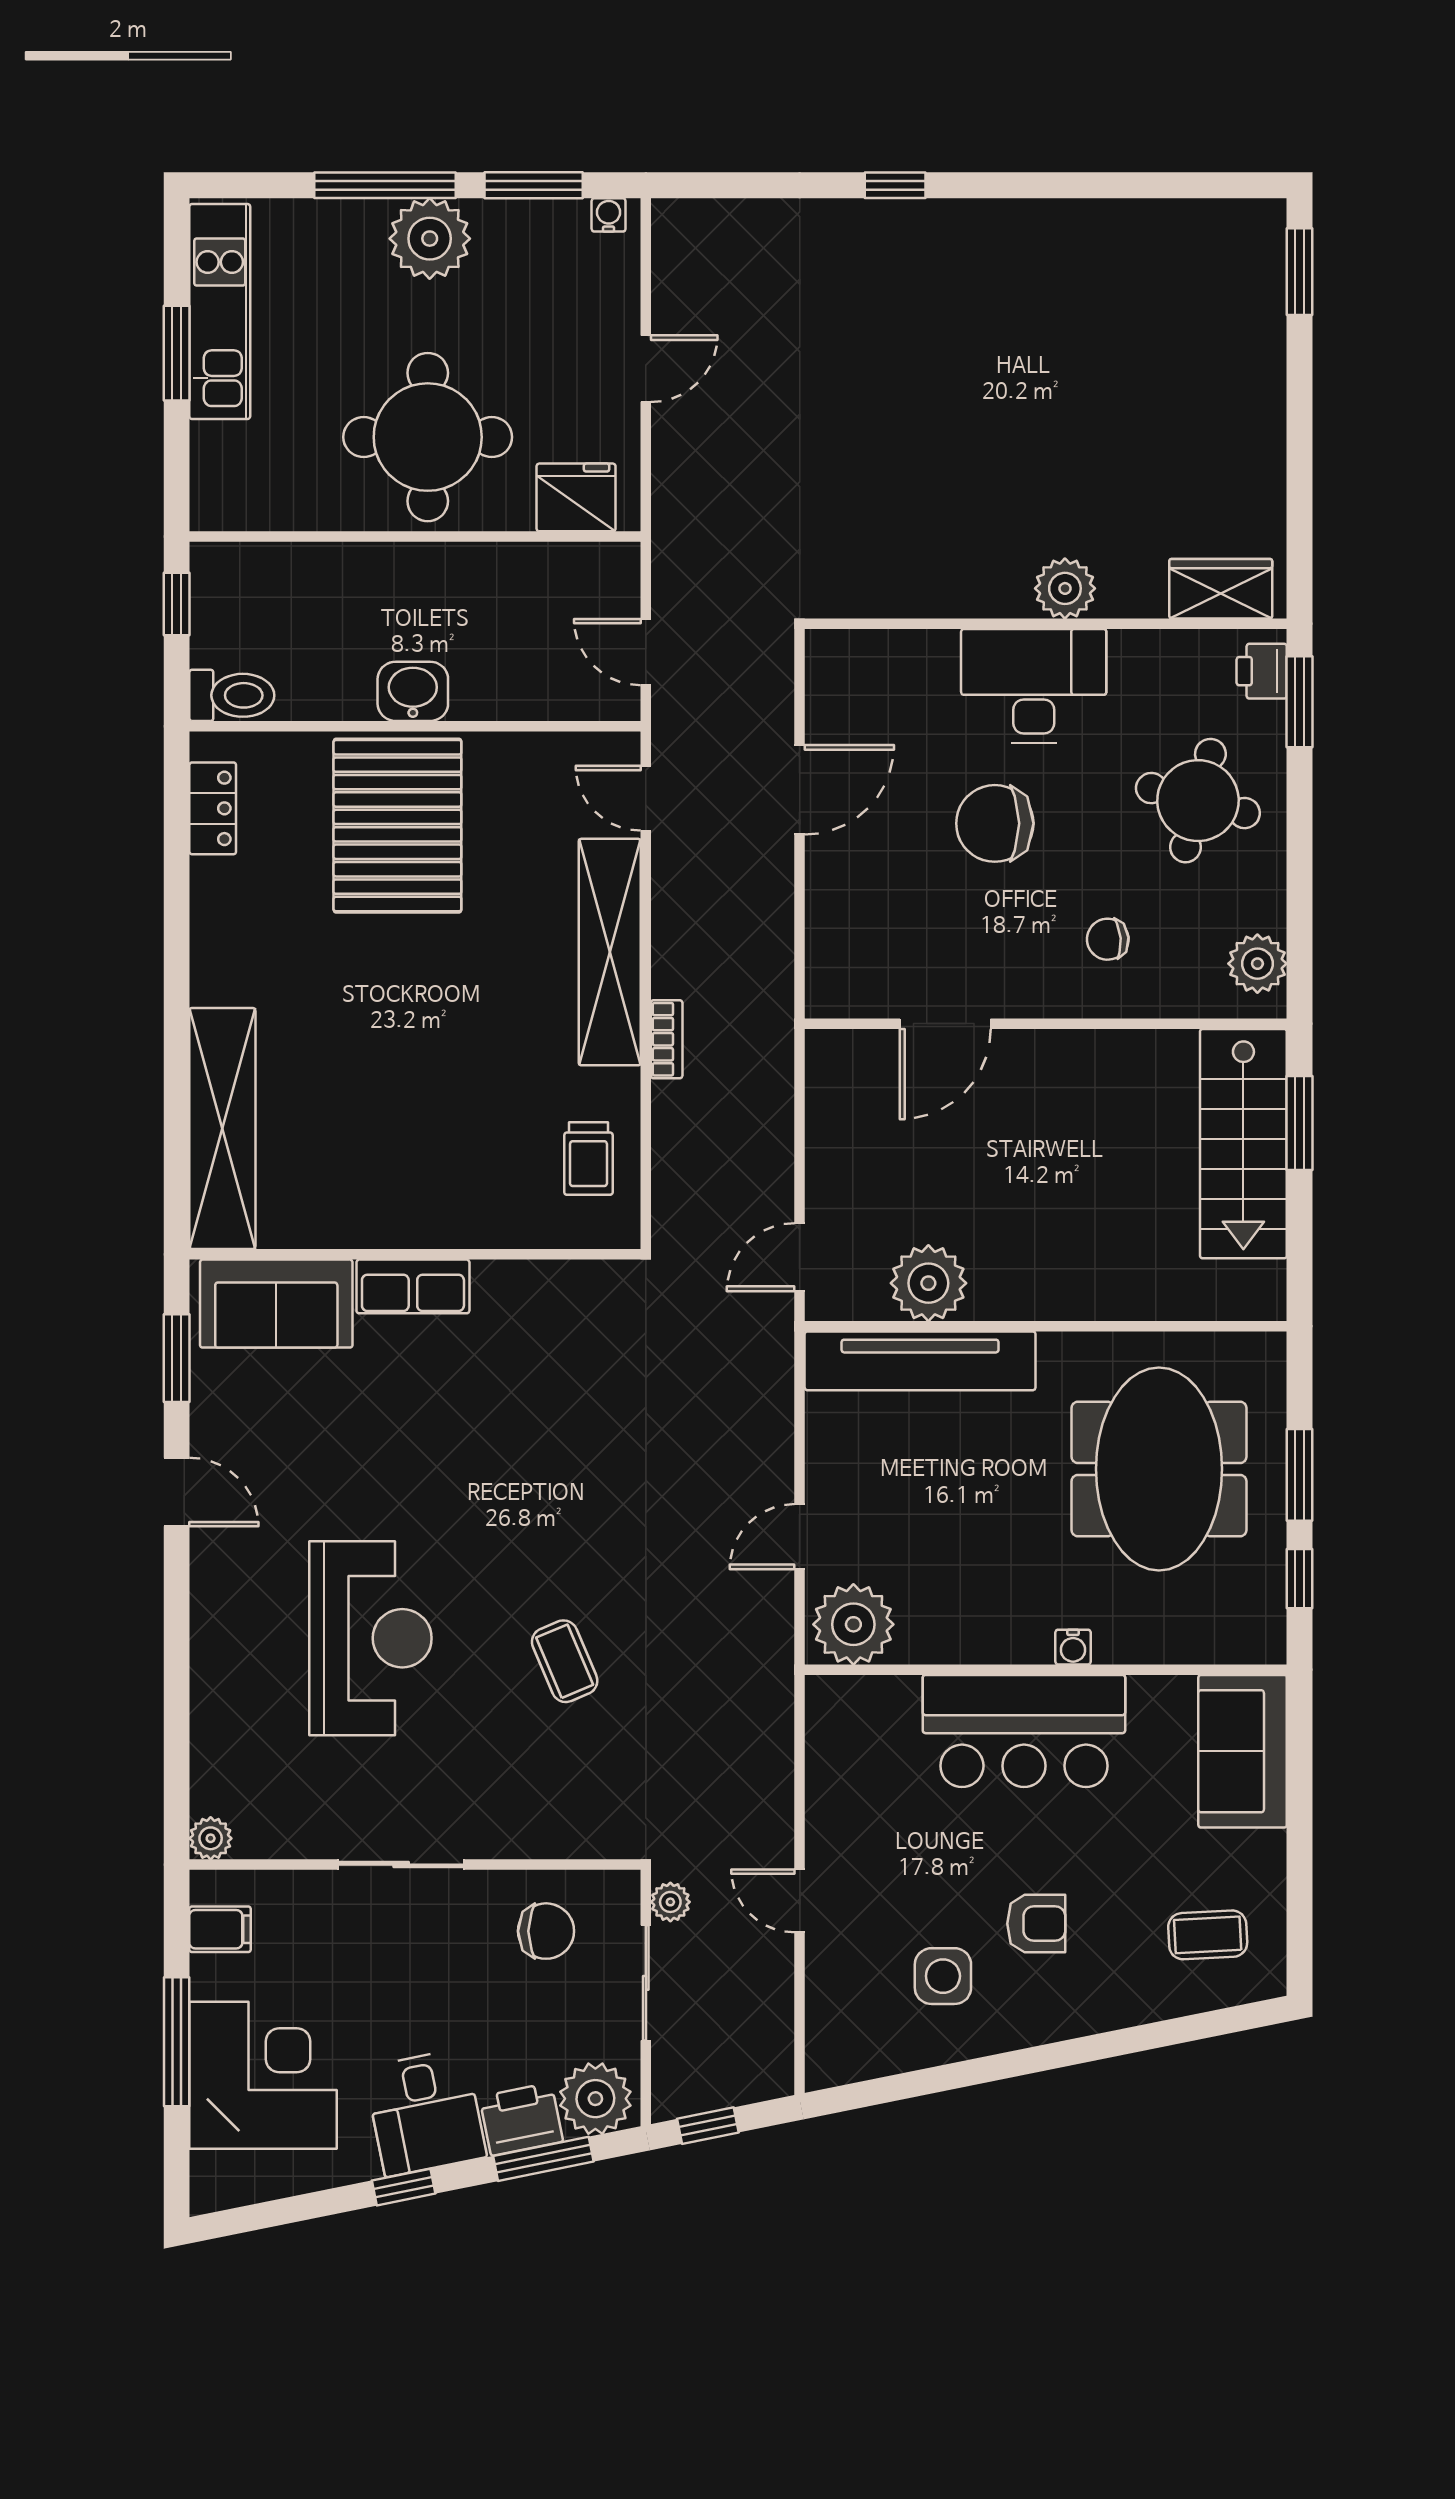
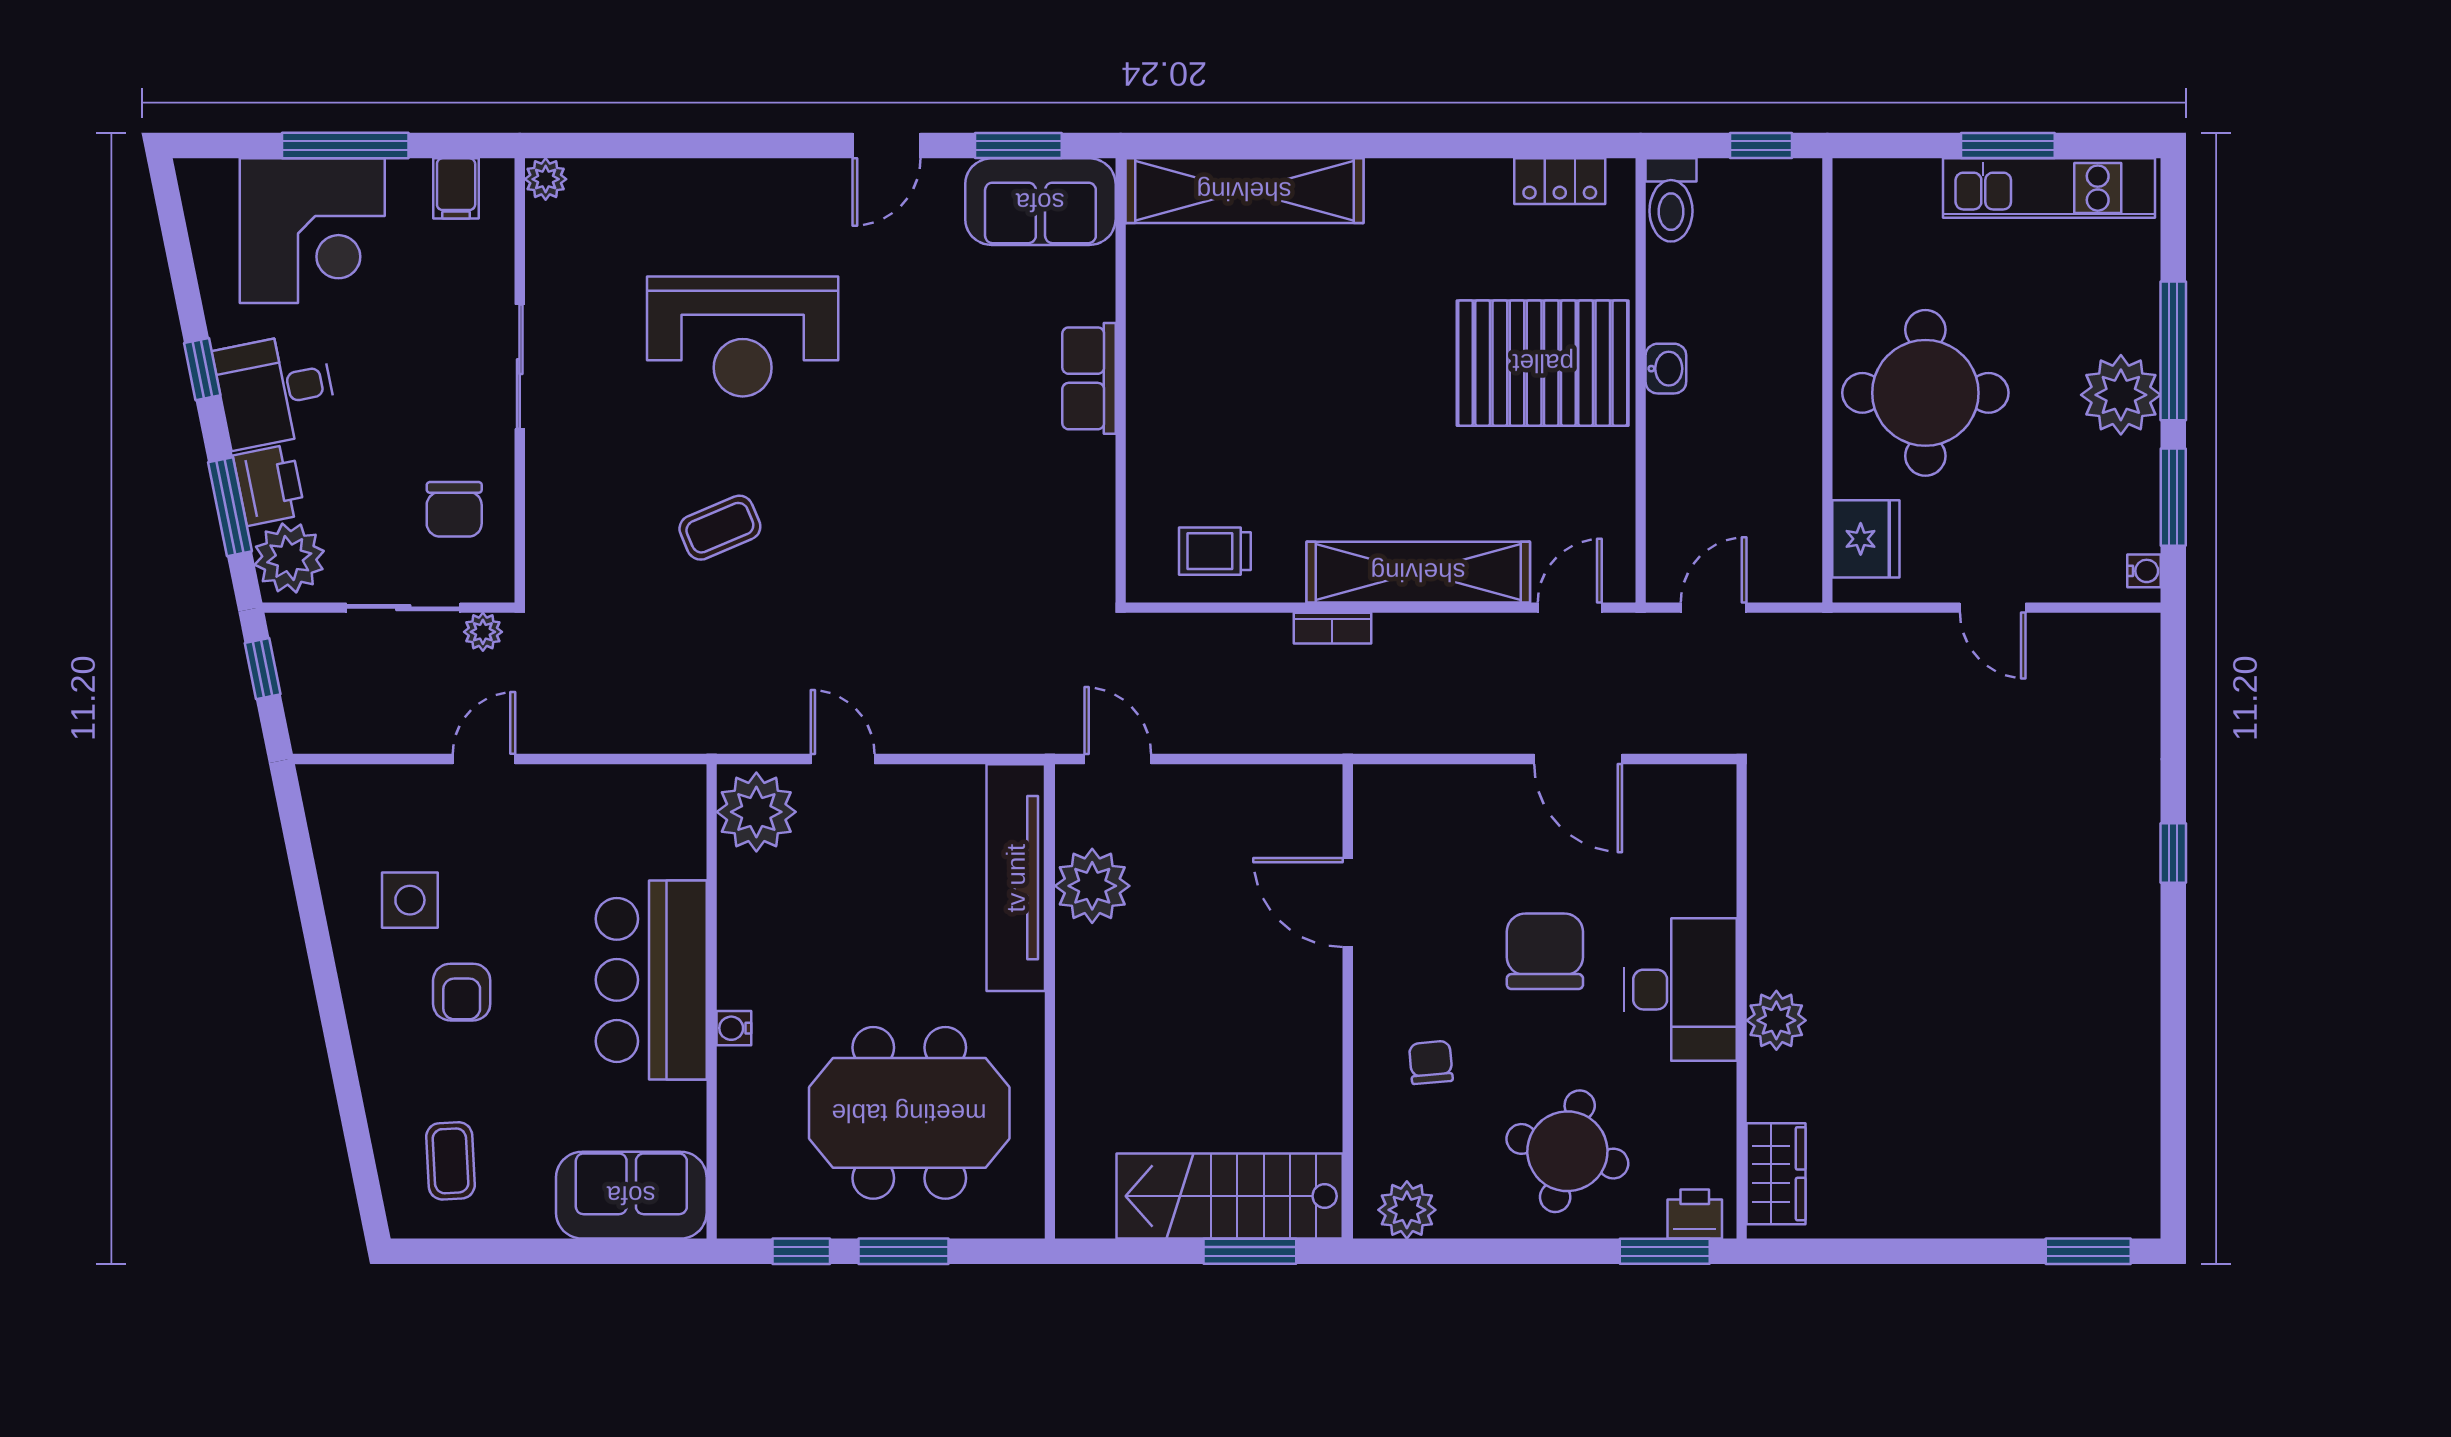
washbasin: (413, 691) -> (1666, 369), width x0.72, depth x0.69
sofa: (276, 1304) -> (1040, 202), moved, turned -90

